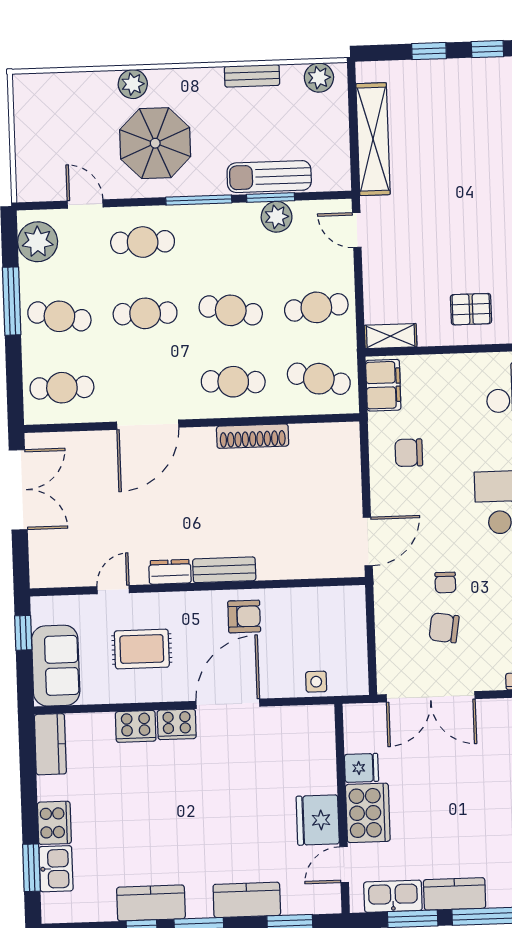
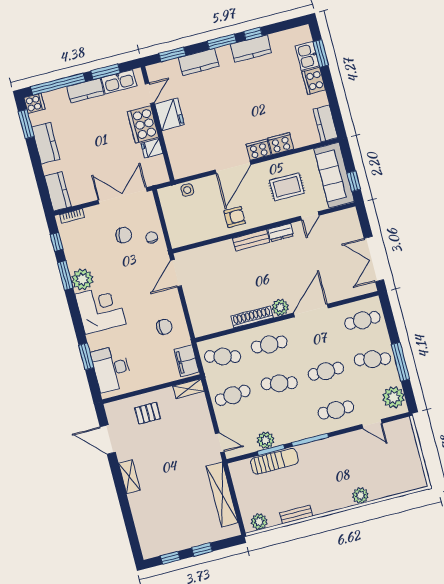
parasol: (155, 143) -> (341, 466), removed
plant: (200, 442) -> (280, 307), added
chair: (445, 582) -> (152, 237), moved
armchair: (244, 616) -> (235, 217), turned 180
sofa: (56, 666) -> (334, 175), width x1.36

